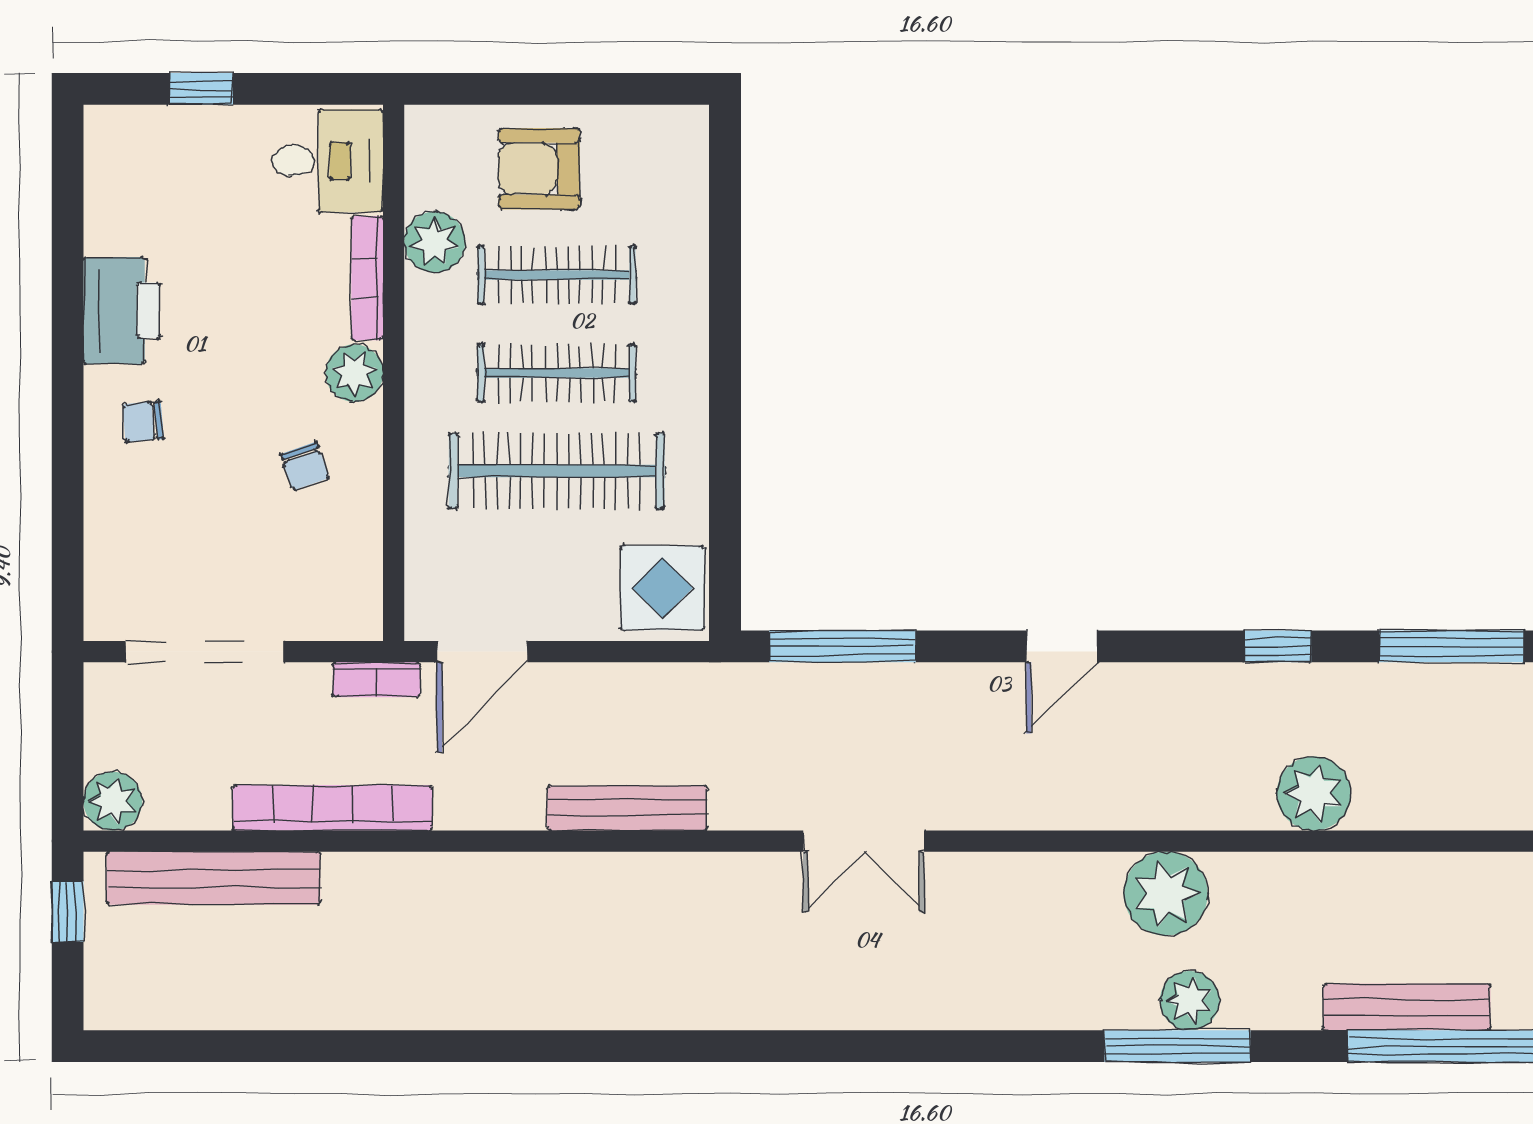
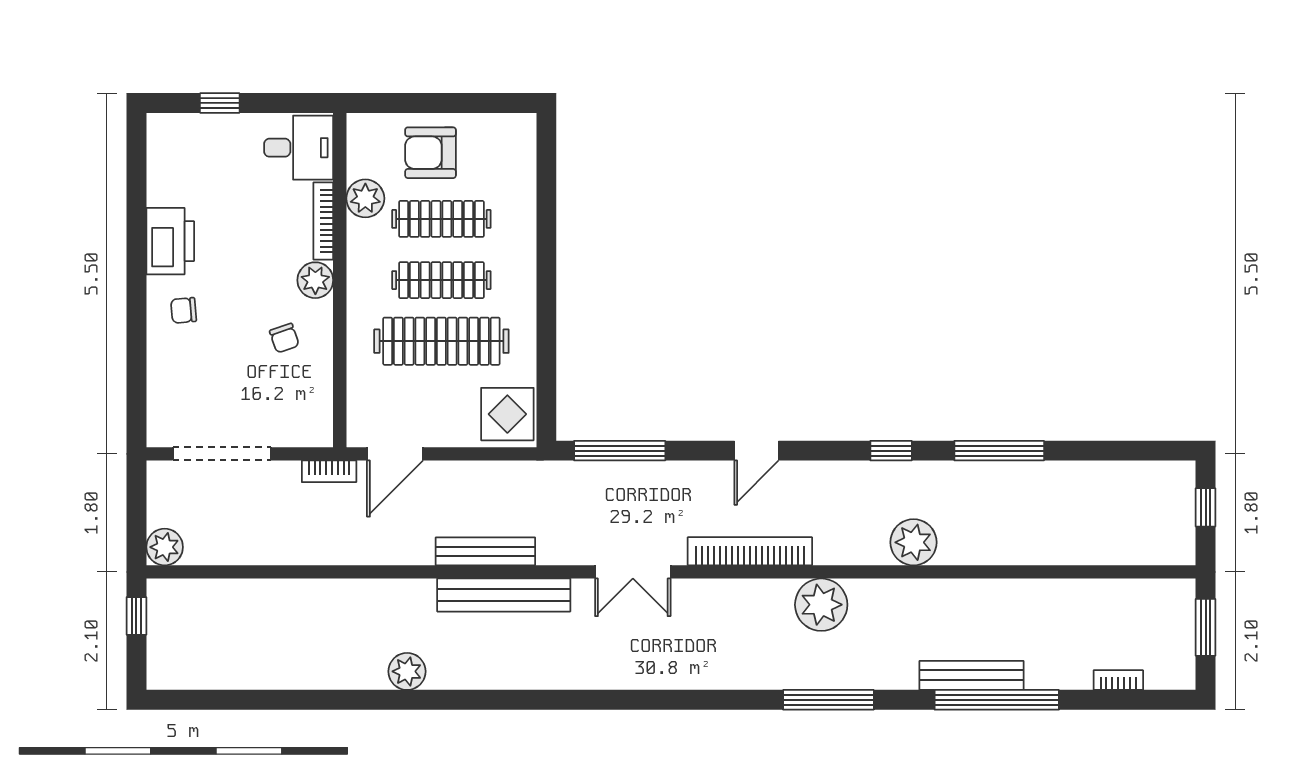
bookcase: (332, 808) -> (750, 551), moved
bench: (213, 878) -> (504, 595), moved
plant: (1190, 1001) -> (407, 671), moved

